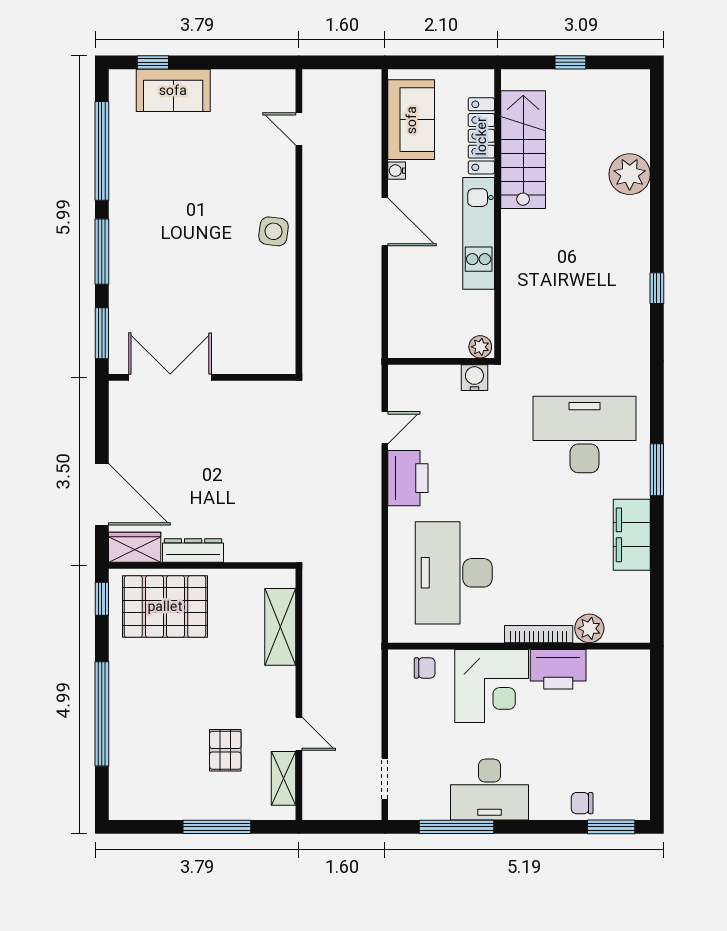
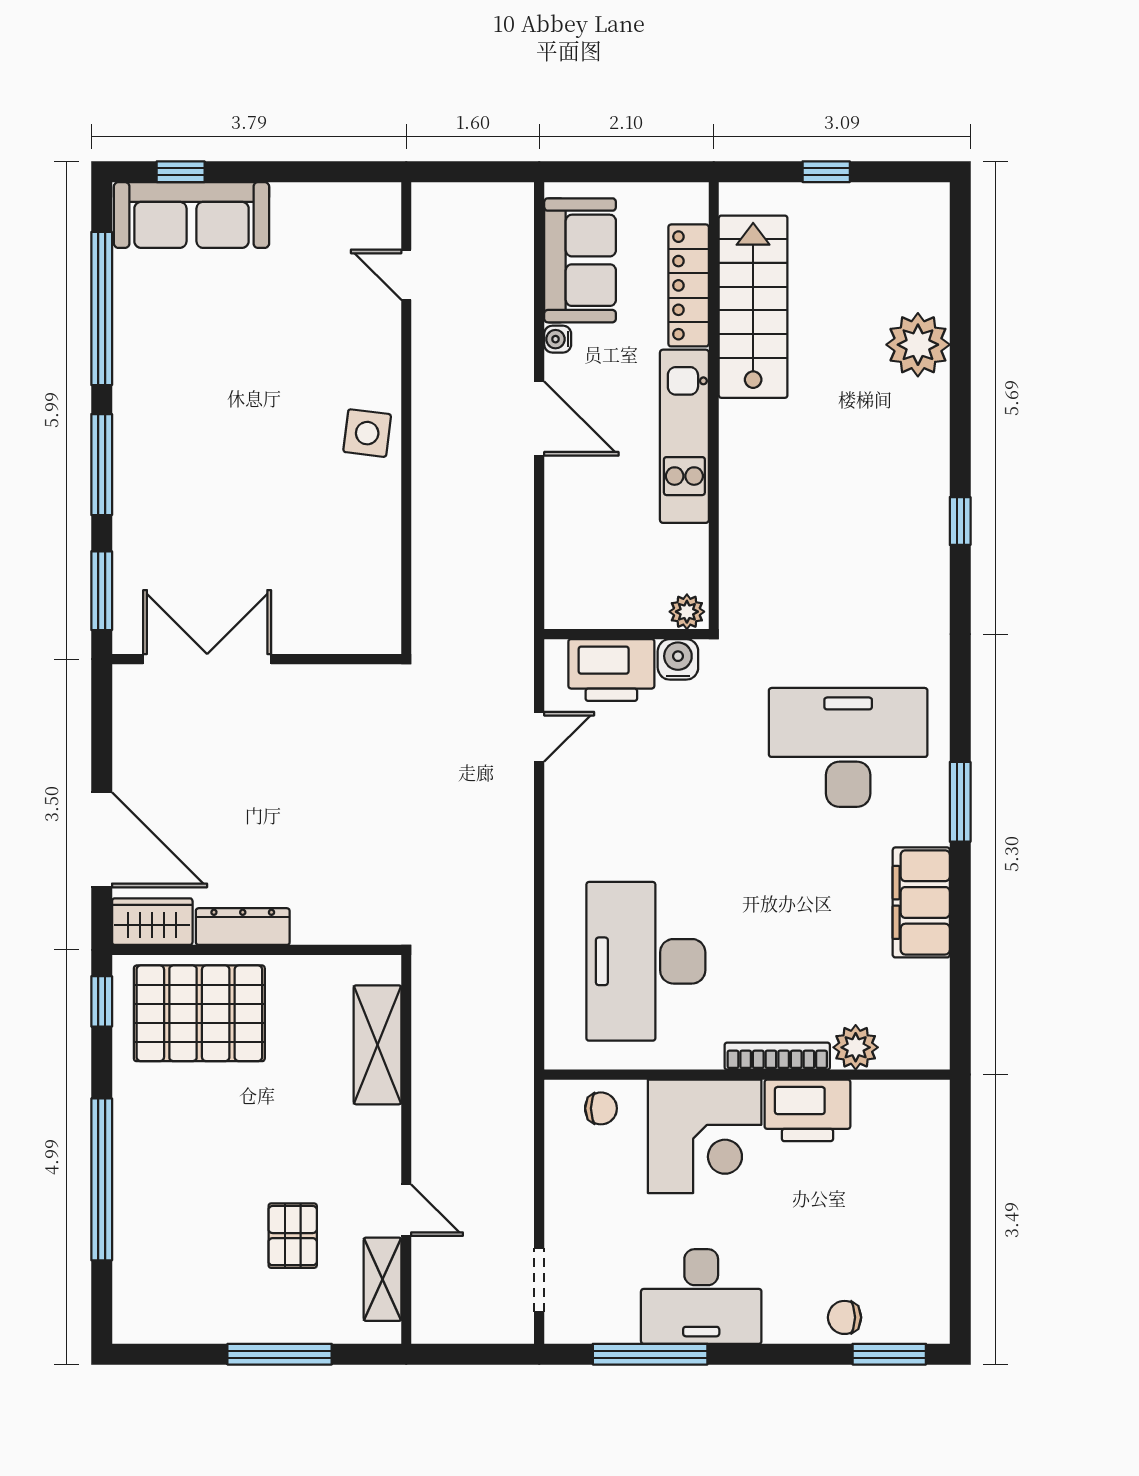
sofa: (173, 90) -> (191, 215), width x1.36
printer: (408, 478) -> (611, 670), moved, turned 90

